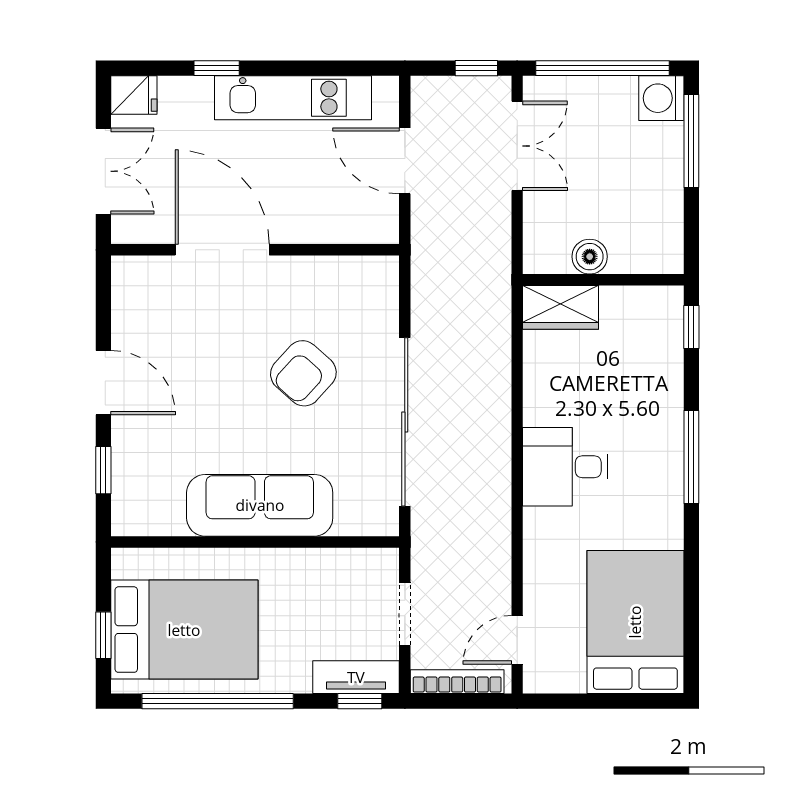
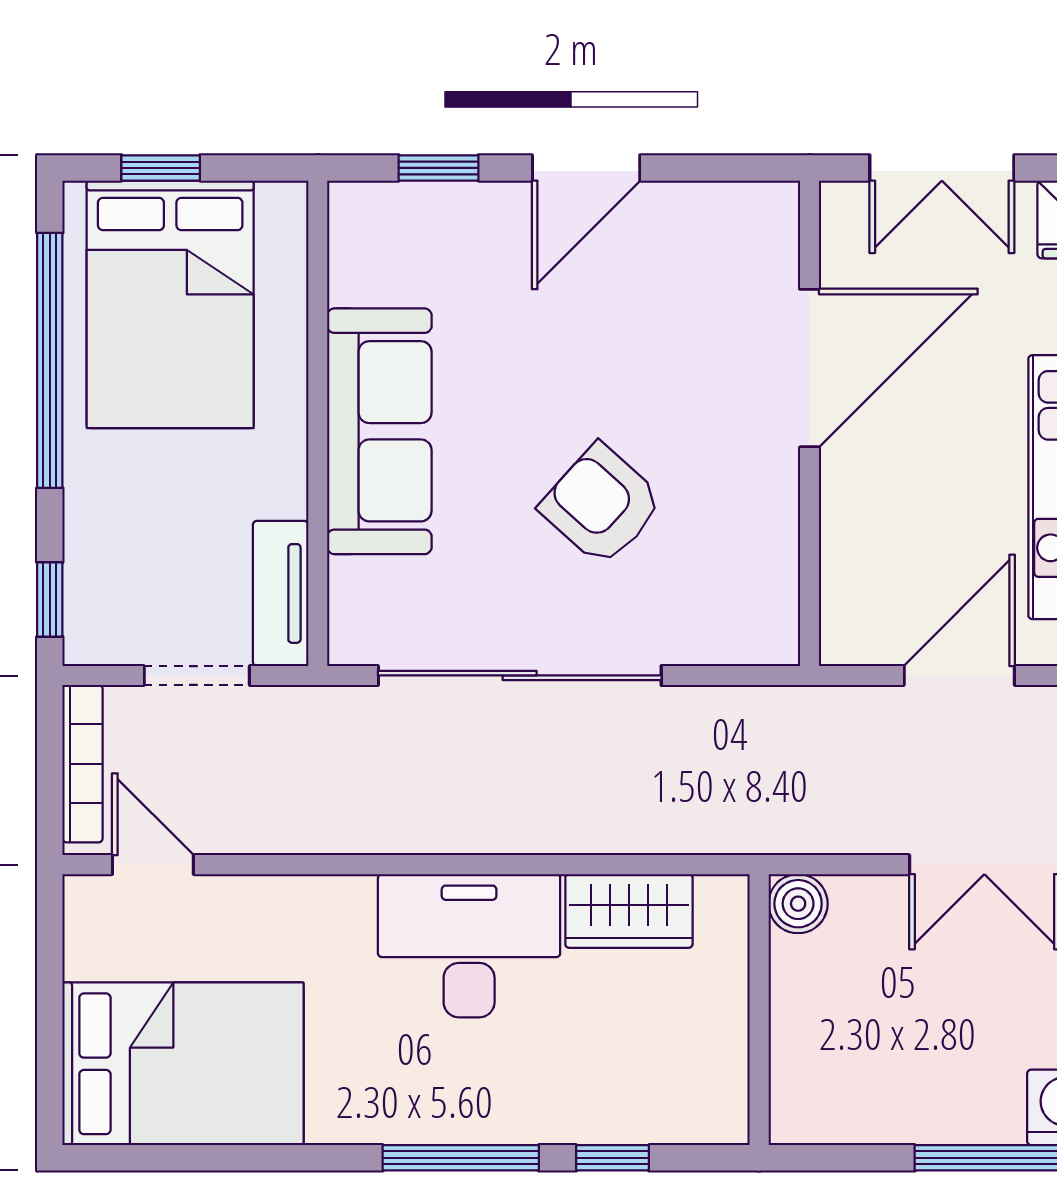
boiler: (590, 257) -> (798, 904), moved
wardrobe: (561, 307) -> (629, 911), moved, turned -90
window: (691, 327) -> (613, 1158), moved
desk: (565, 467) -> (469, 946), width x1.37
tv unit: (356, 677) -> (281, 593), moved, turned 180

